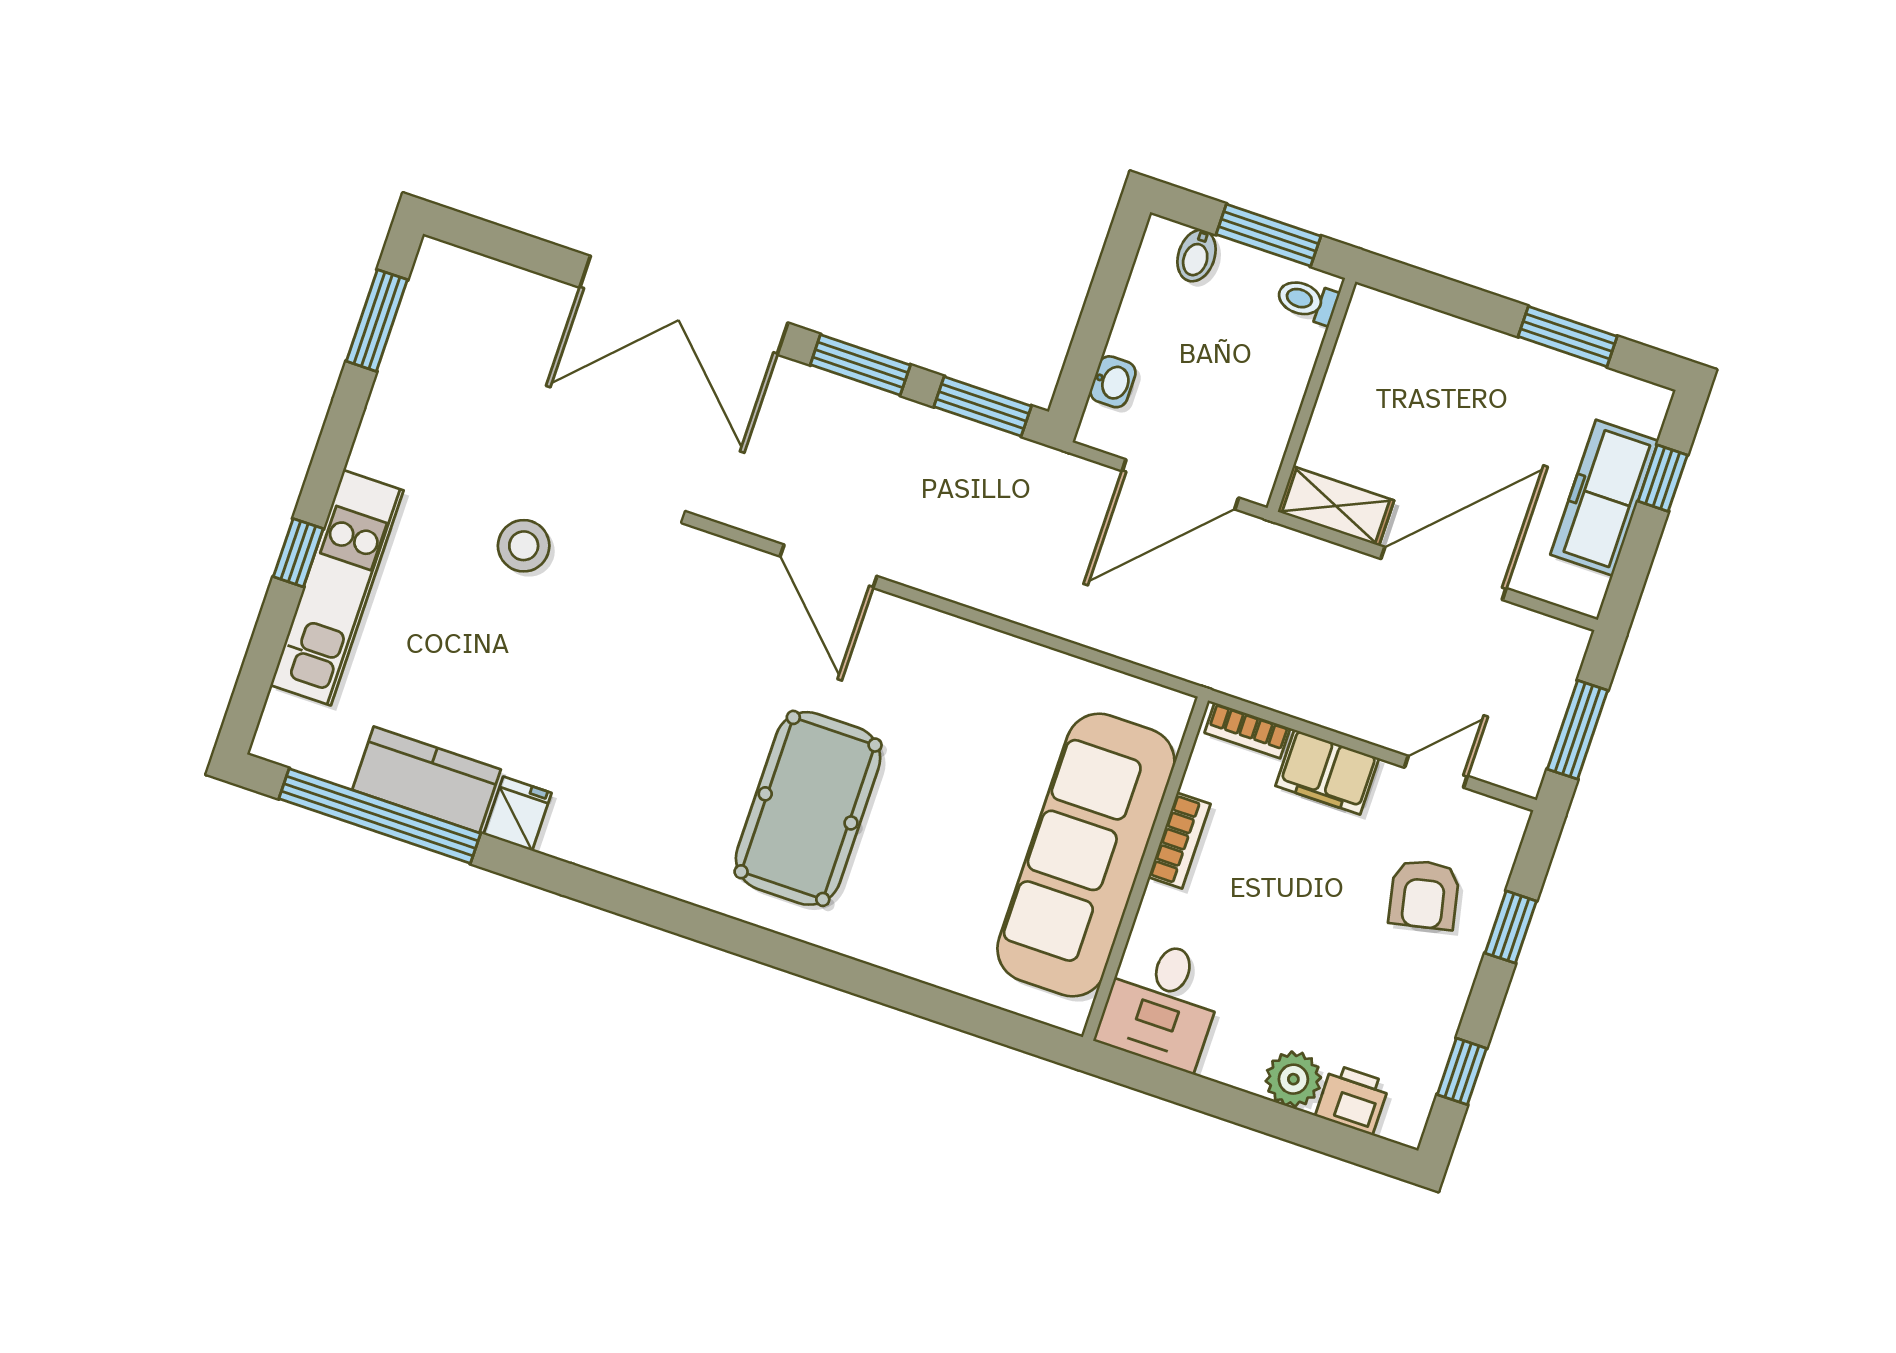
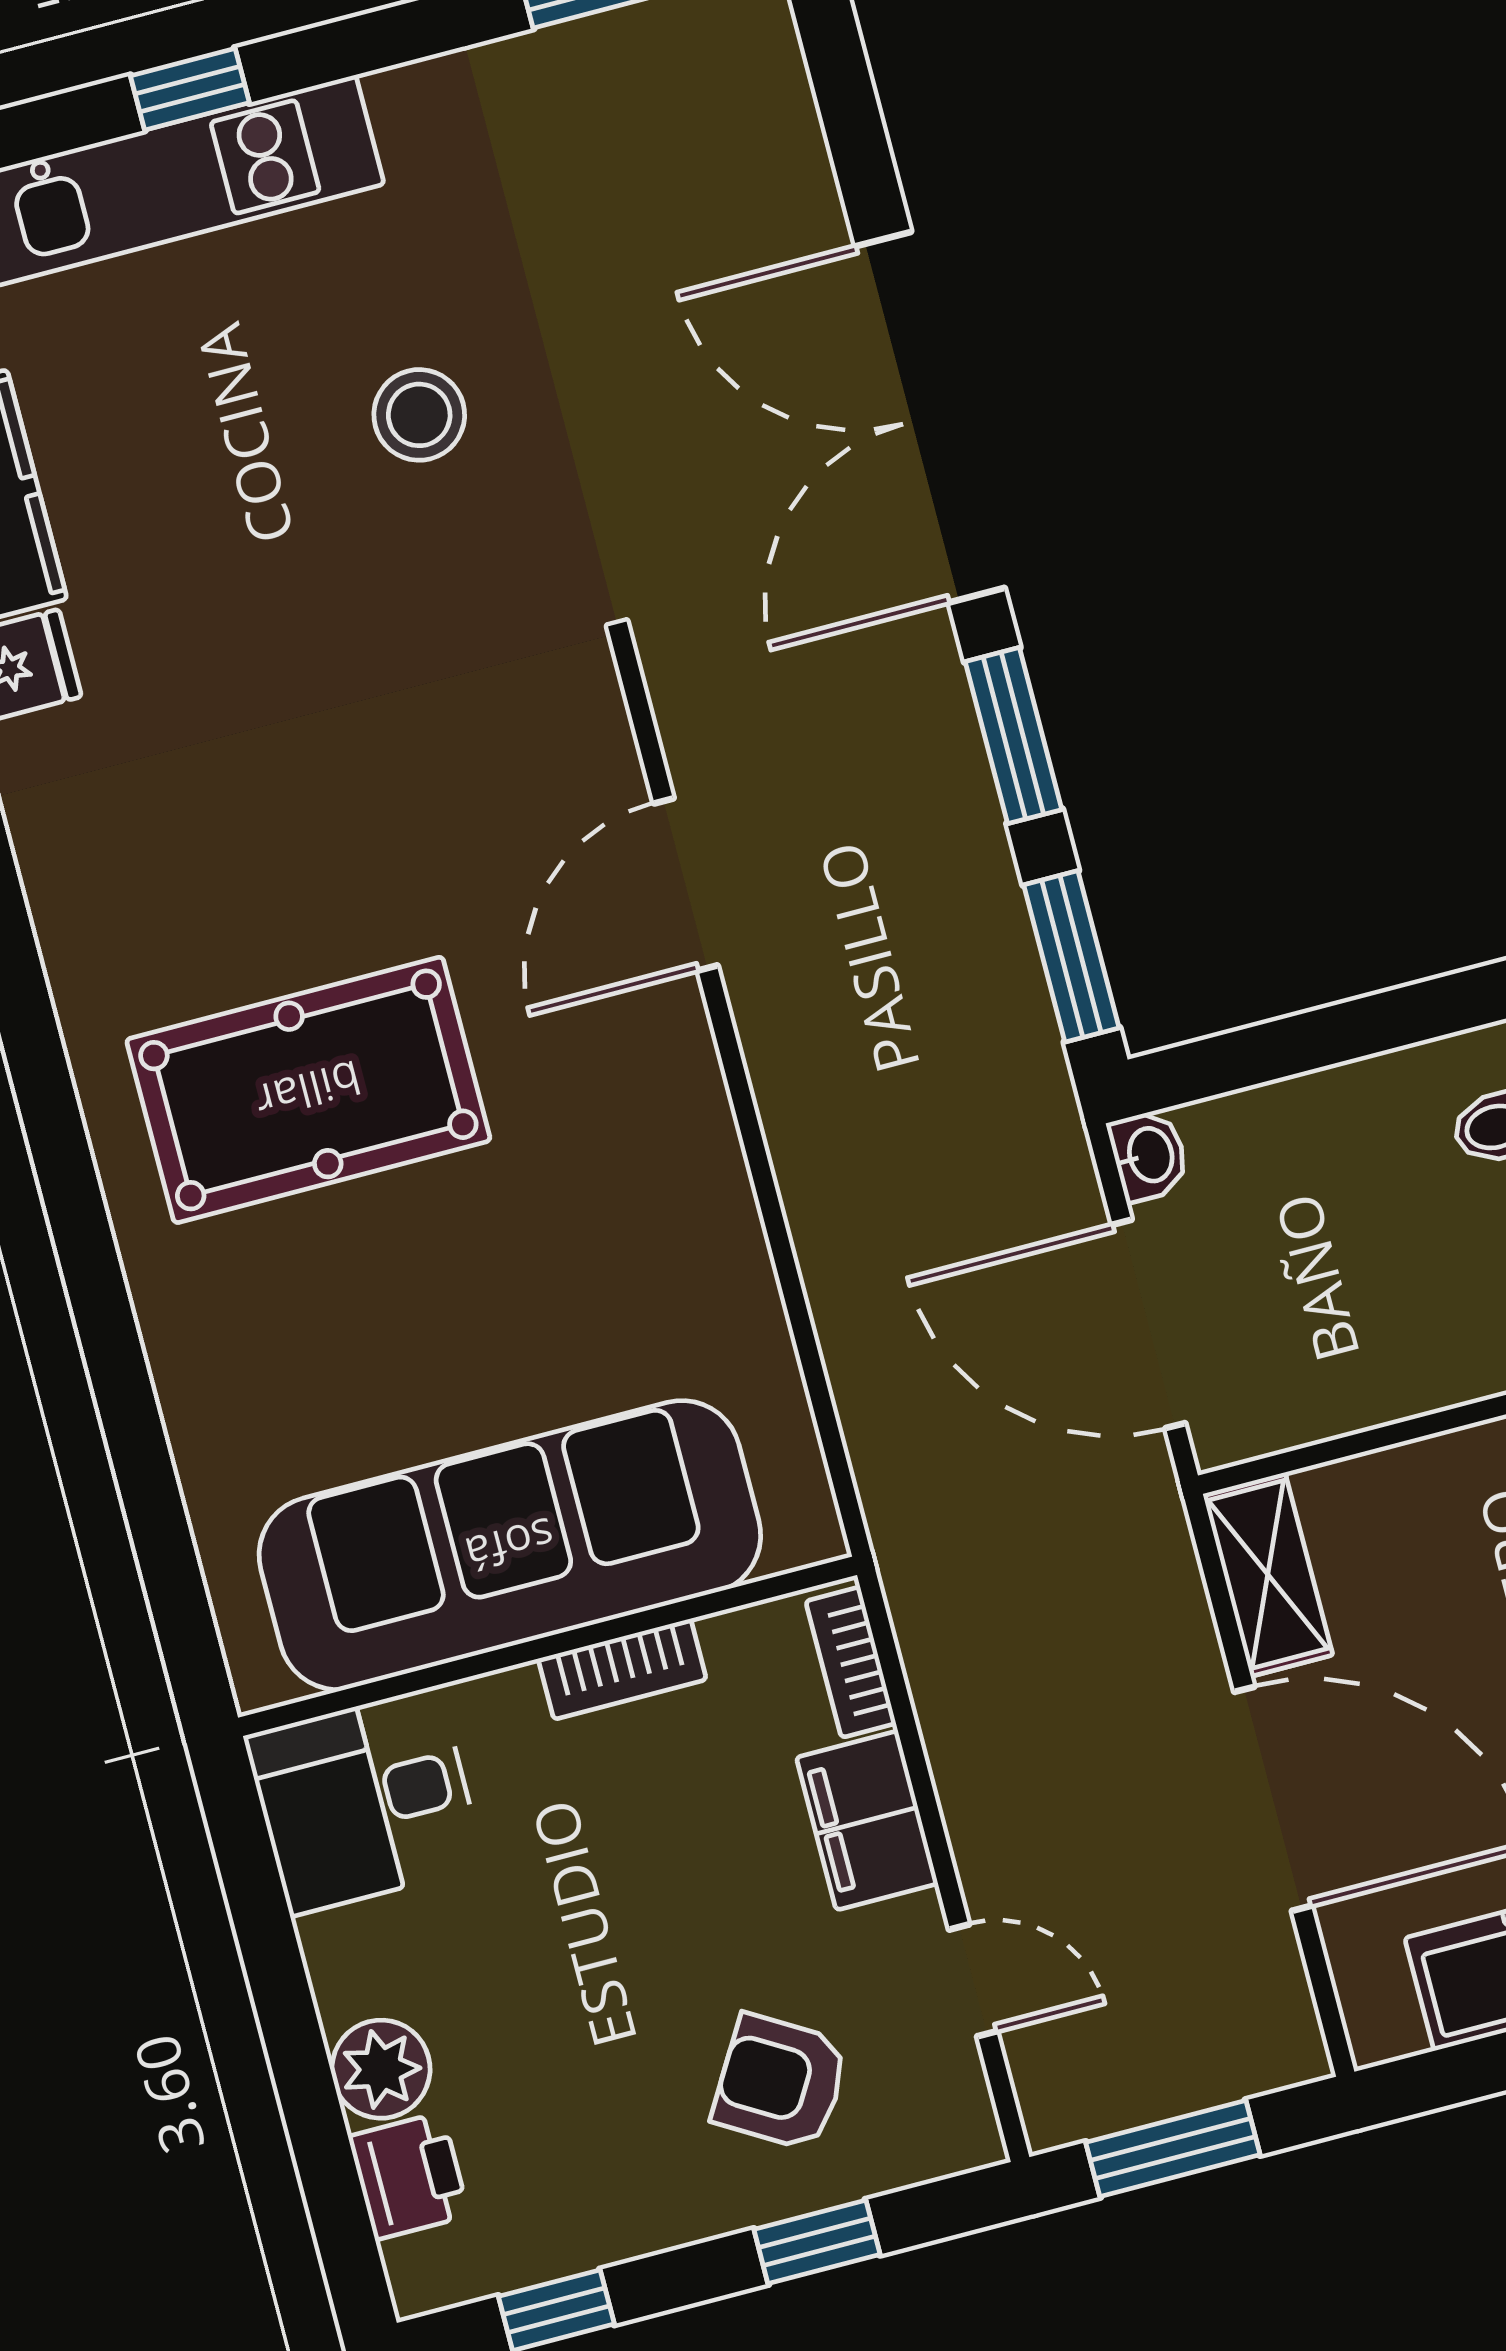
washbasin: (1113, 382) -> (1149, 1155), moved, turned -90
armchair: (1424, 894) -> (781, 2082), turned 43

